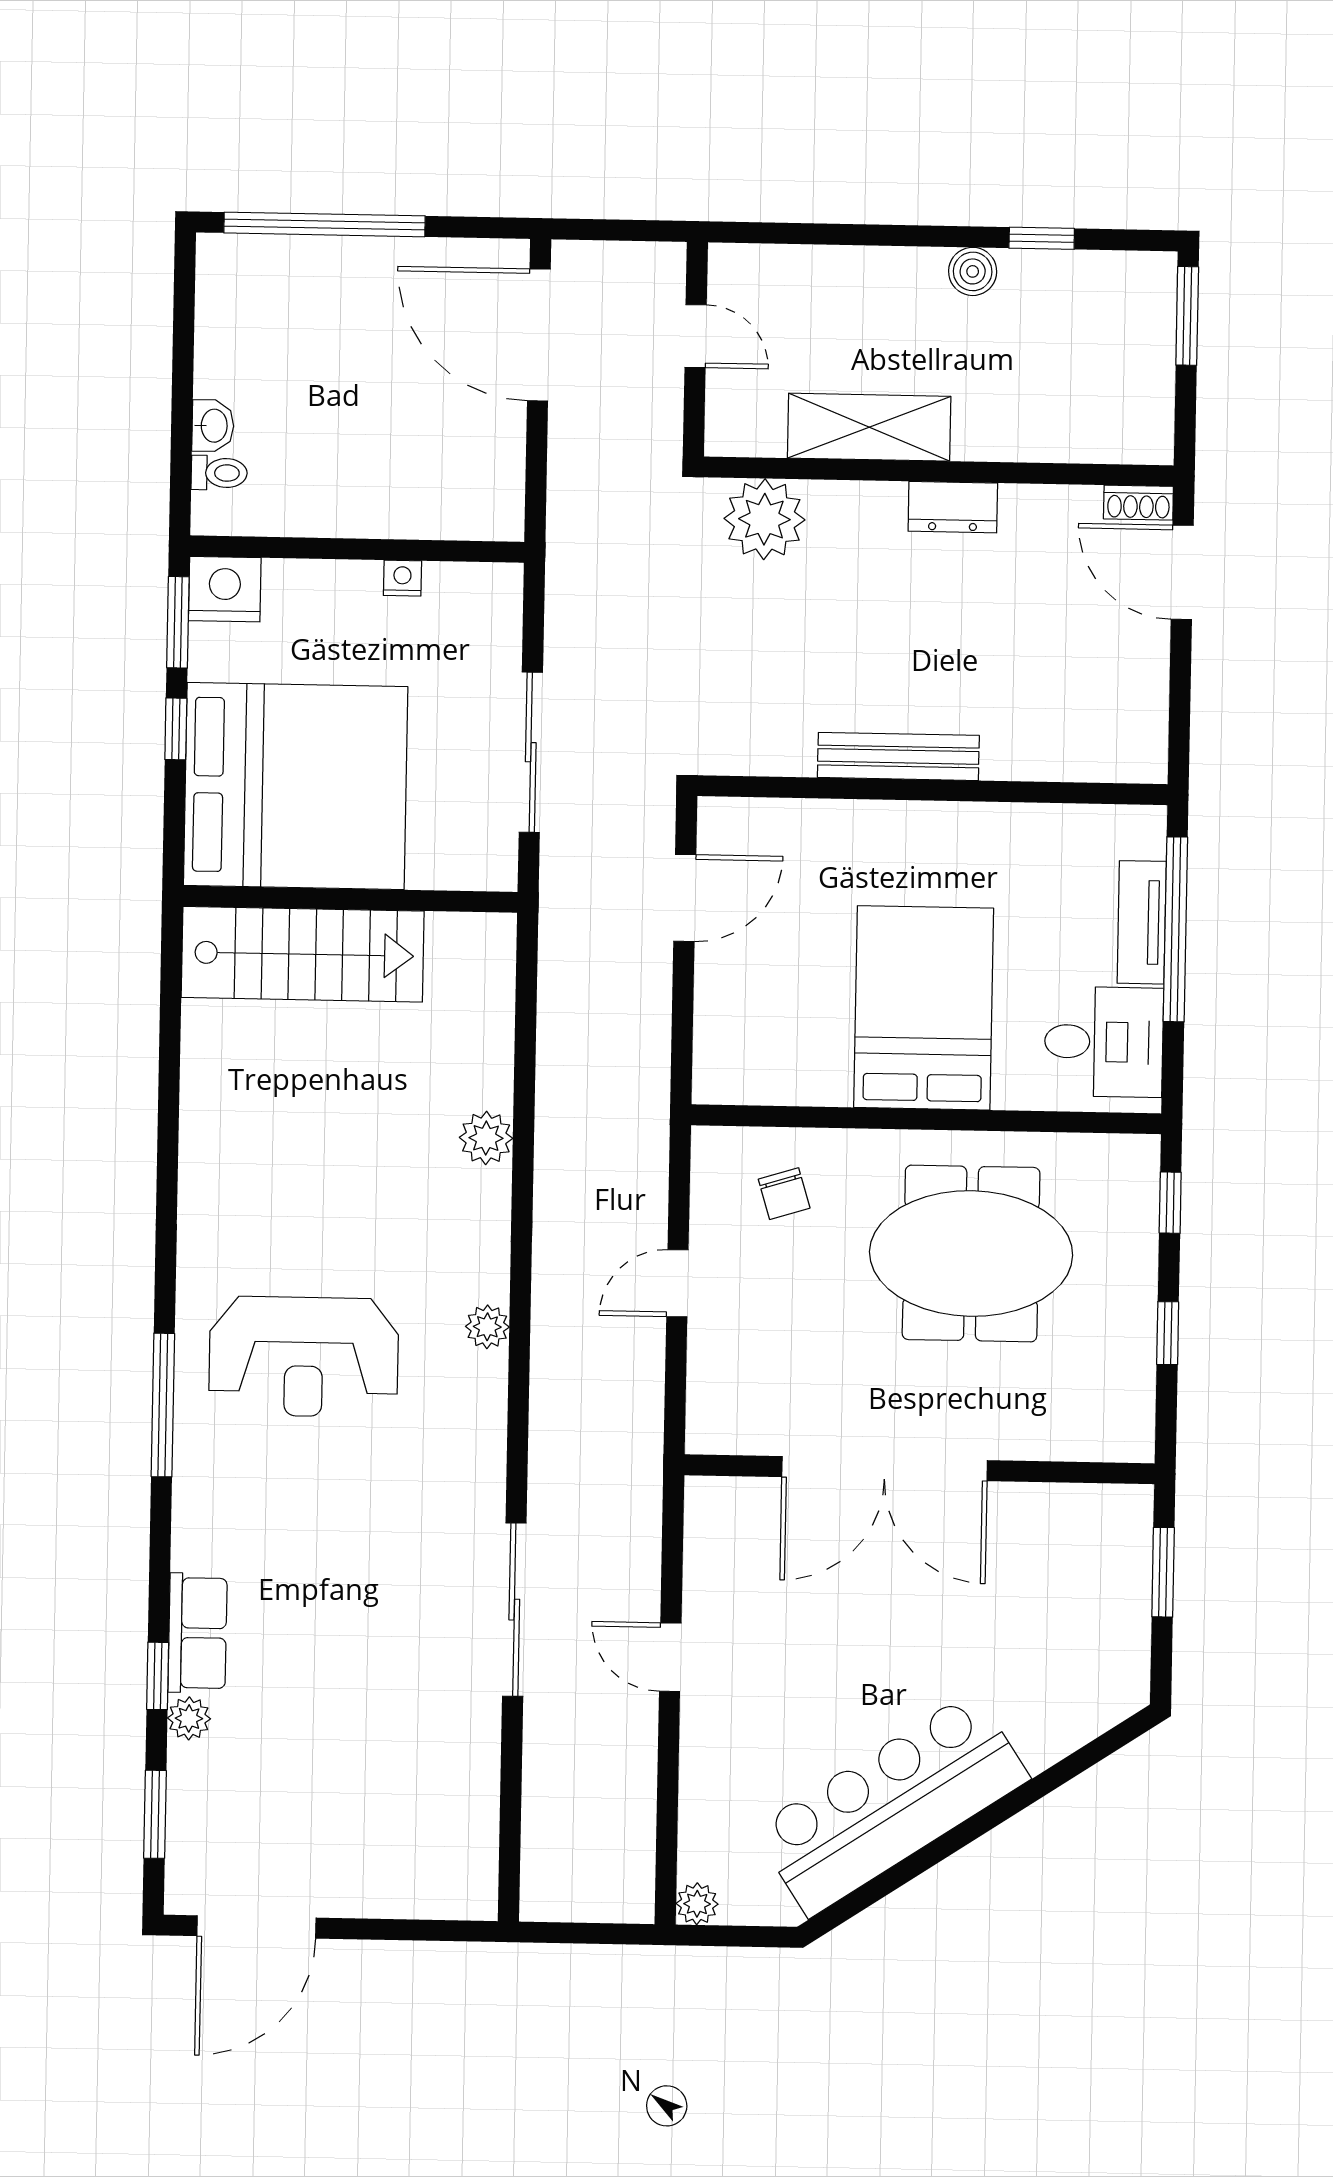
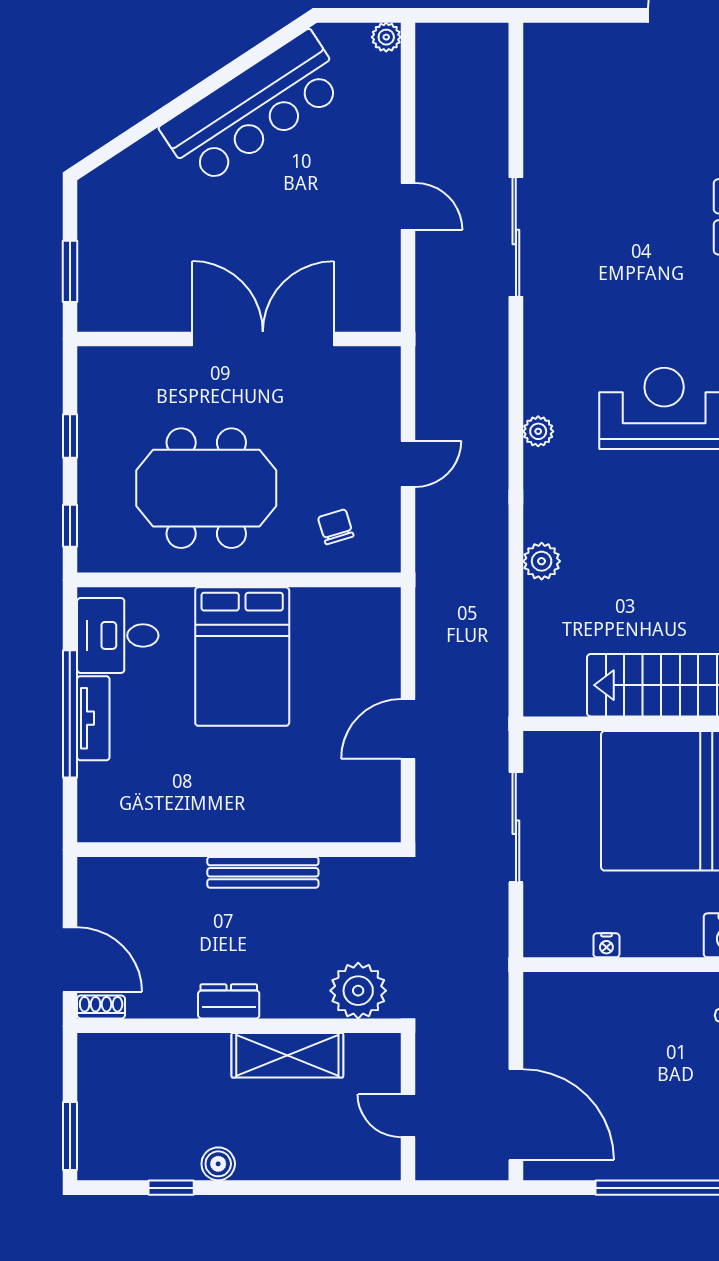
bench: (898, 756) -> (263, 872), moved
wall: (932, 790) -> (239, 850), moved

